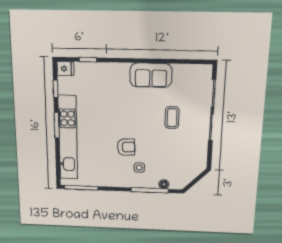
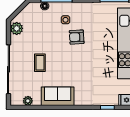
plant: (189, 70) -> (28, 101), added
plant: (199, 160) -> (17, 28), added

